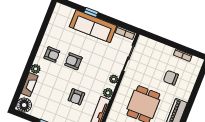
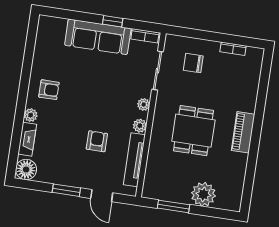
window: (91, 12) -> (113, 21), moved
armchair: (73, 61) -> (81, 92), removed
chair: (171, 78) -> (193, 63), moved
armchair: (76, 97) -> (97, 141), turned 180

